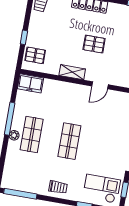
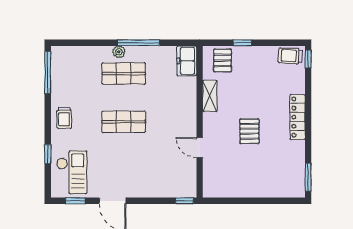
shelving: (72, 72) -> (210, 96), moved

